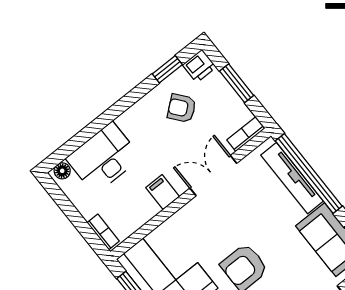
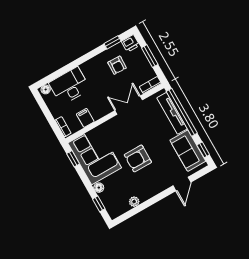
armchair: (182, 108) -> (117, 65), turned -139
filing cabinet: (163, 192) -> (85, 118), moved

